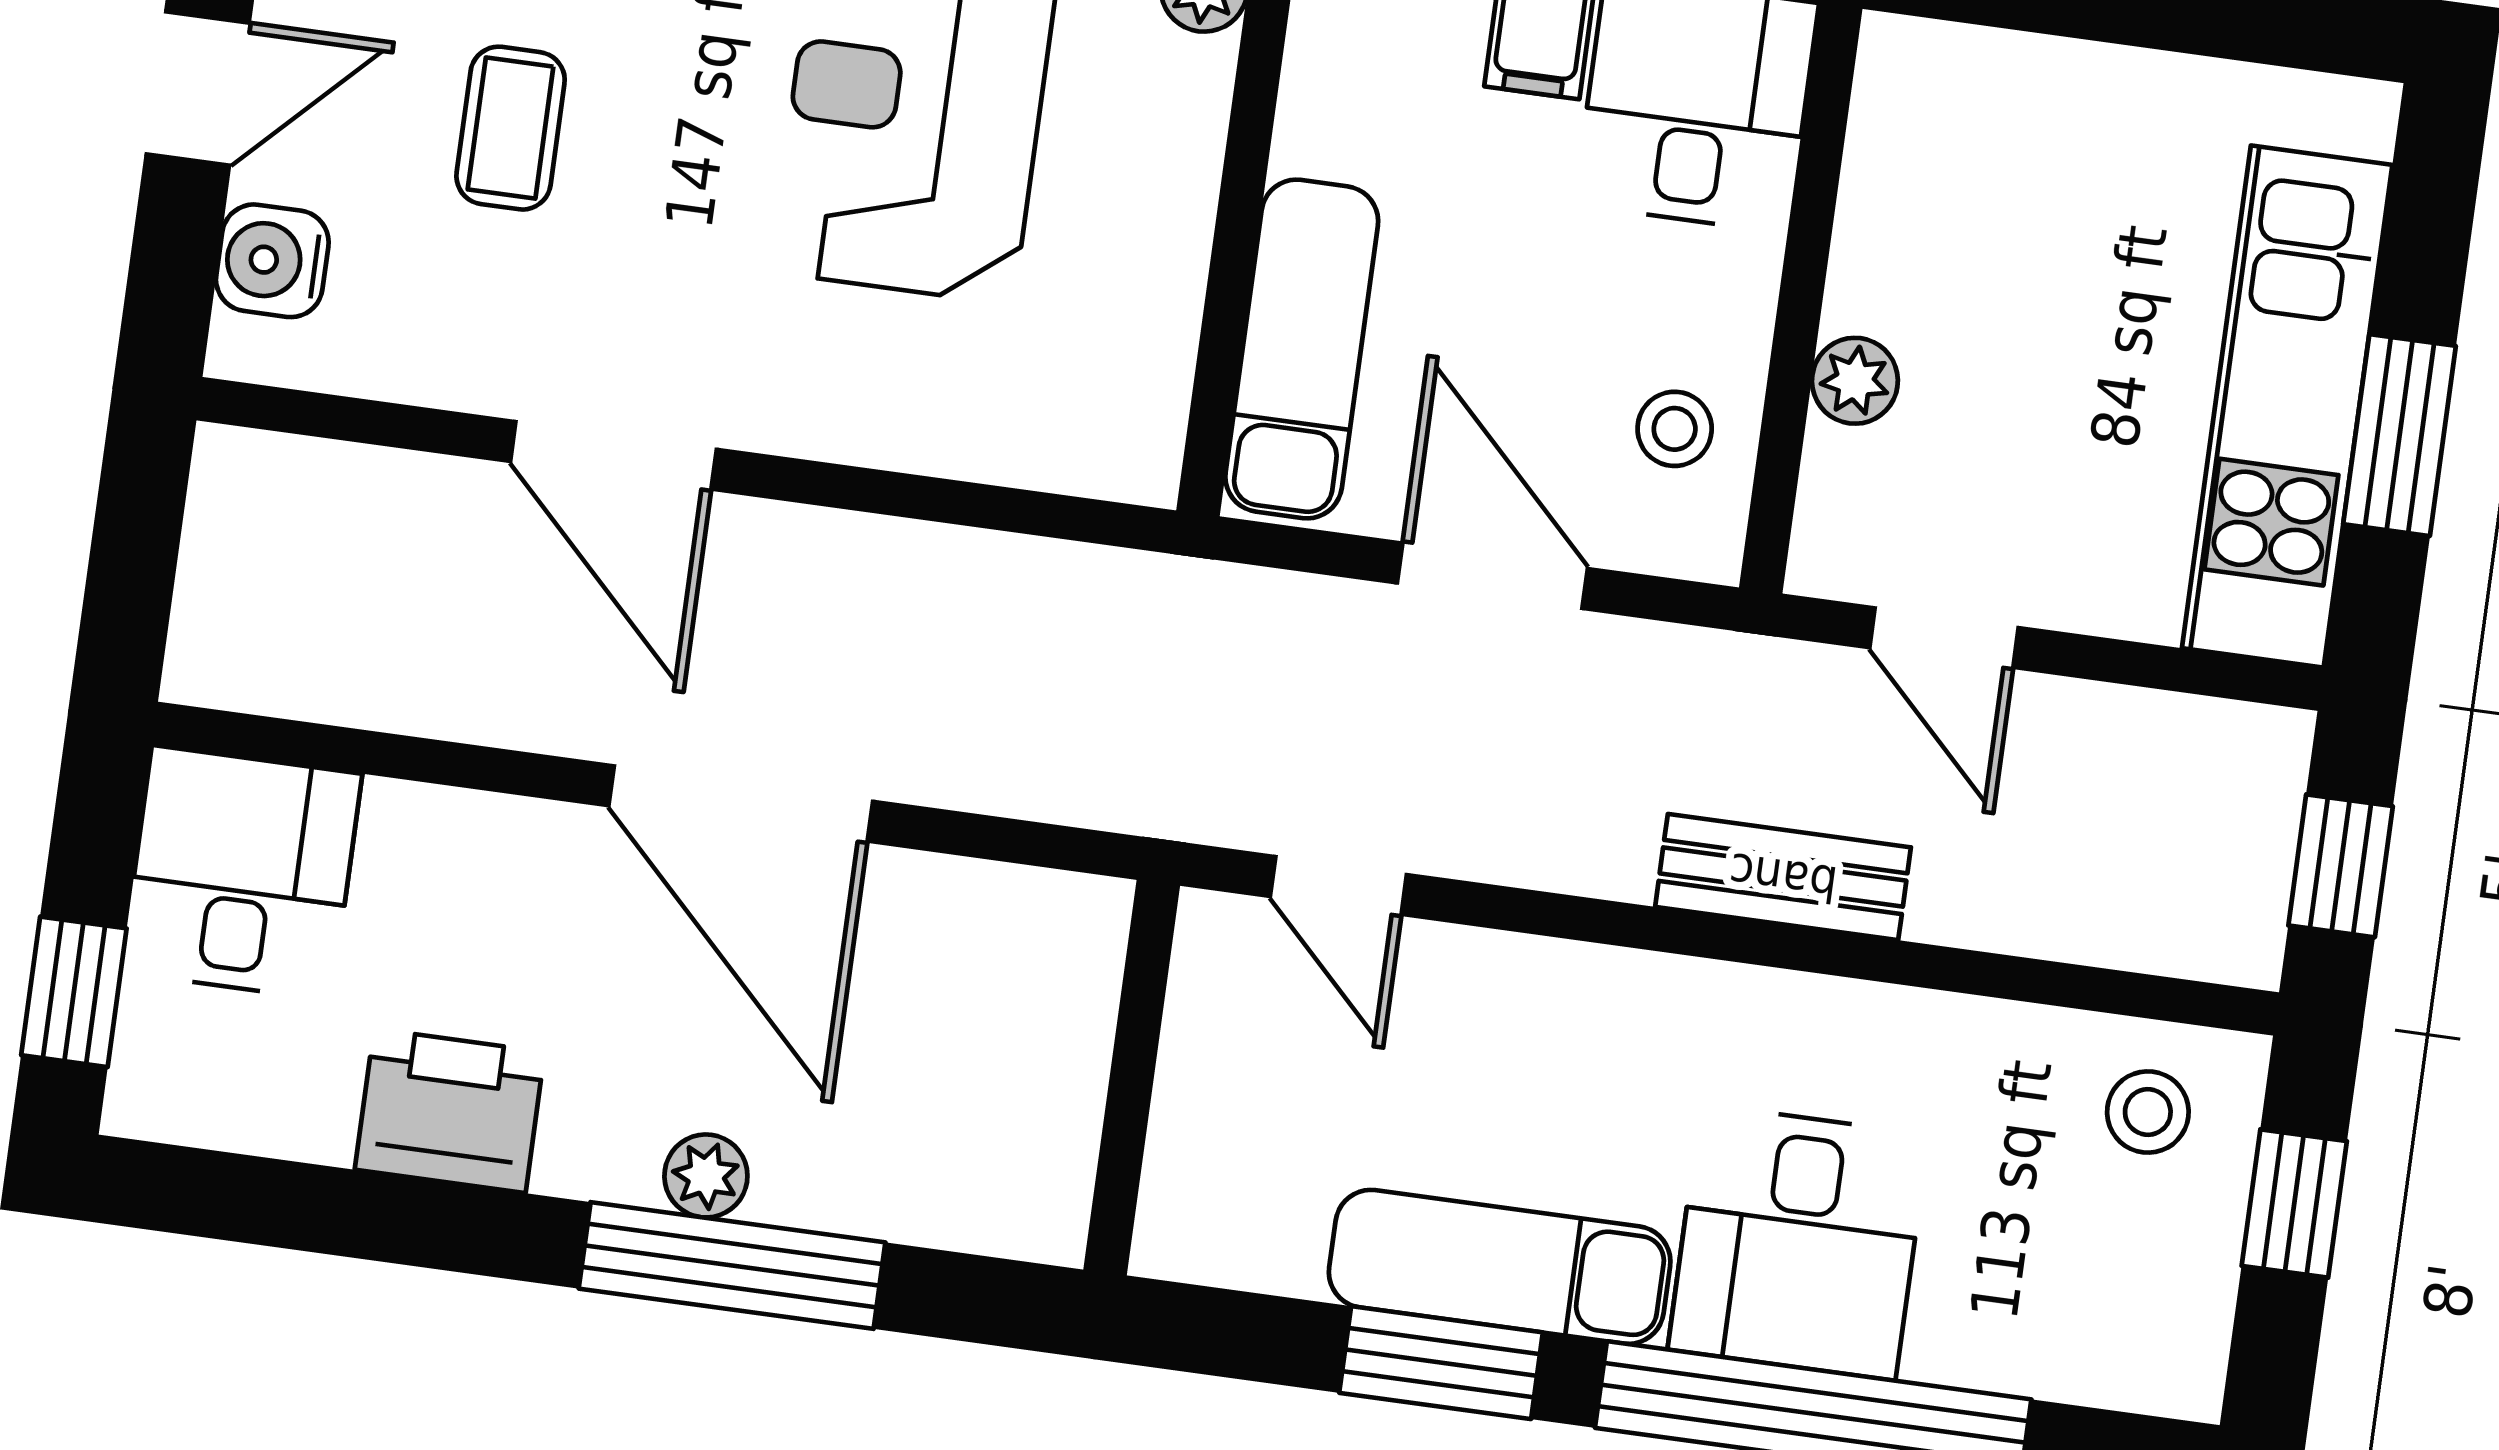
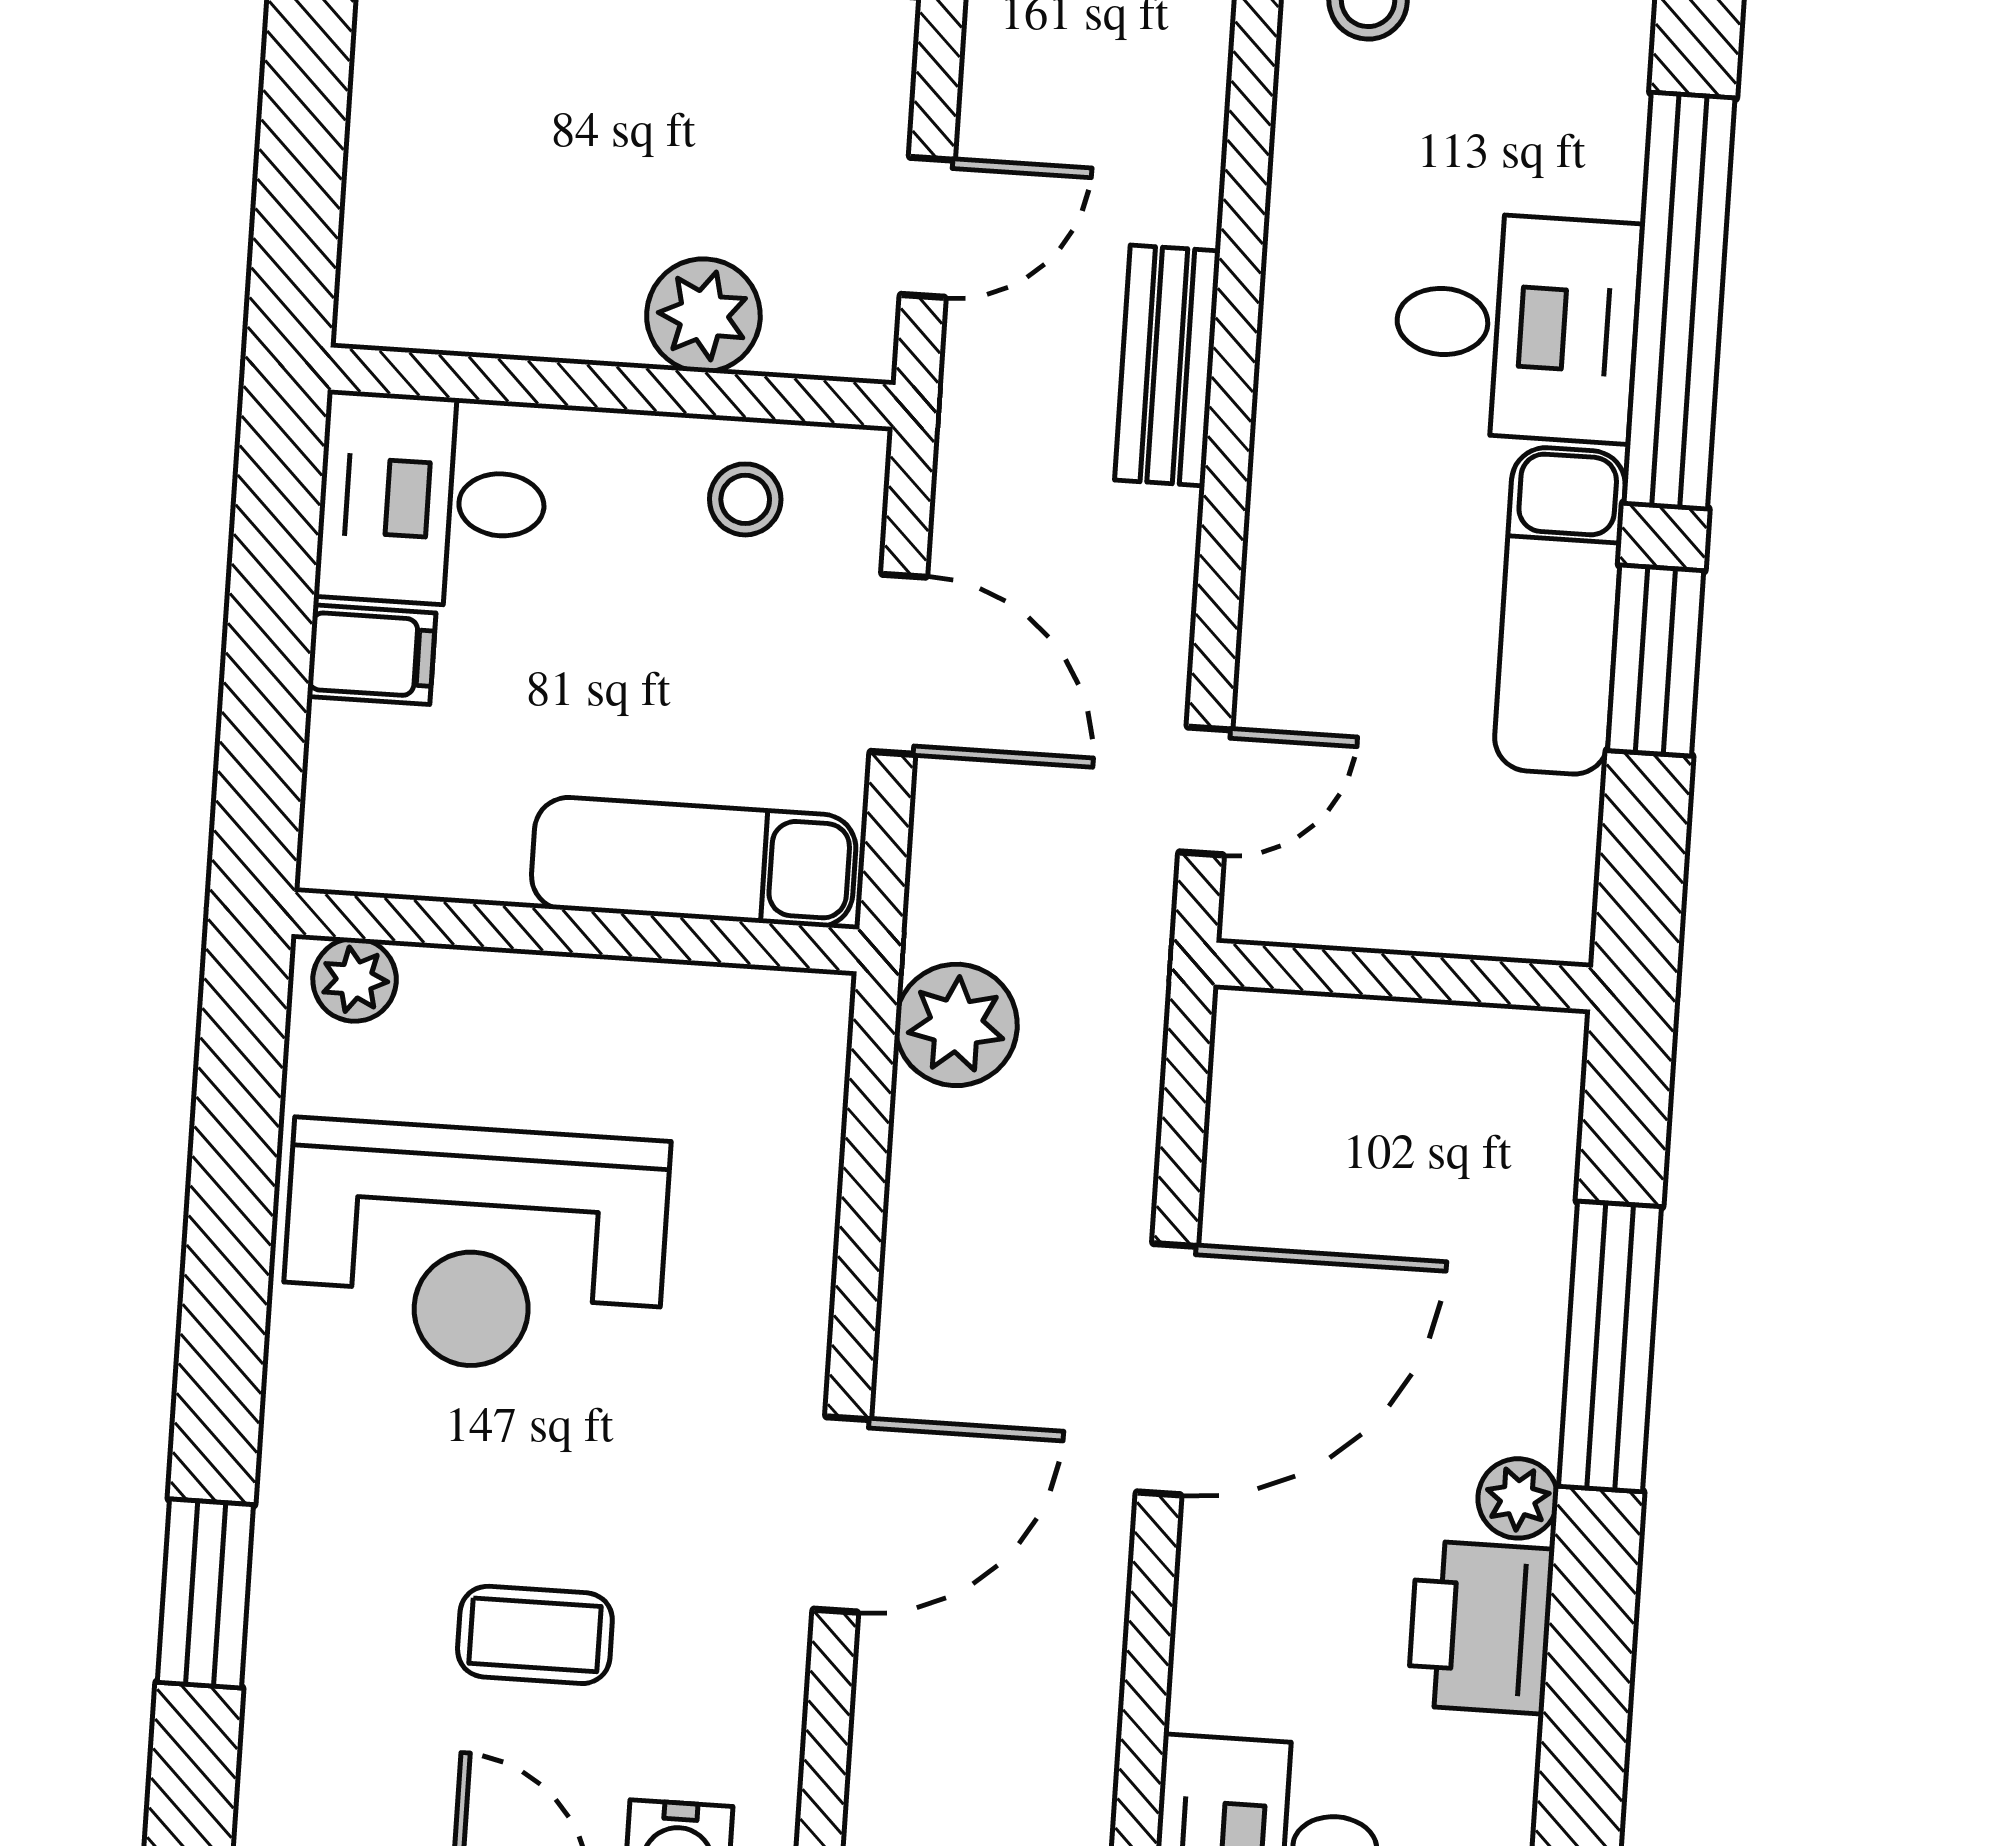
plant: (1855, 381) -> (703, 315), width x1.38, depth x1.38
door: (1492, 576) -> (898, 664), swing flipped
plant: (1113, 610) -> (956, 1025), added
plant: (706, 1176) -> (1518, 1498), moved

